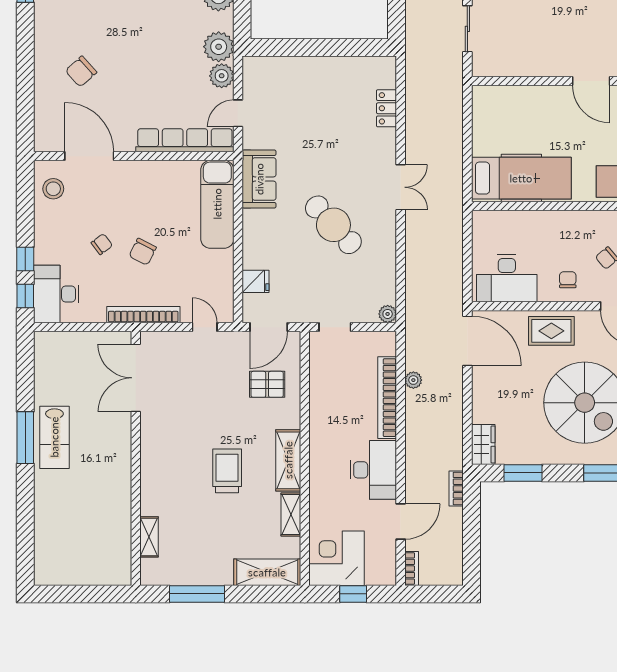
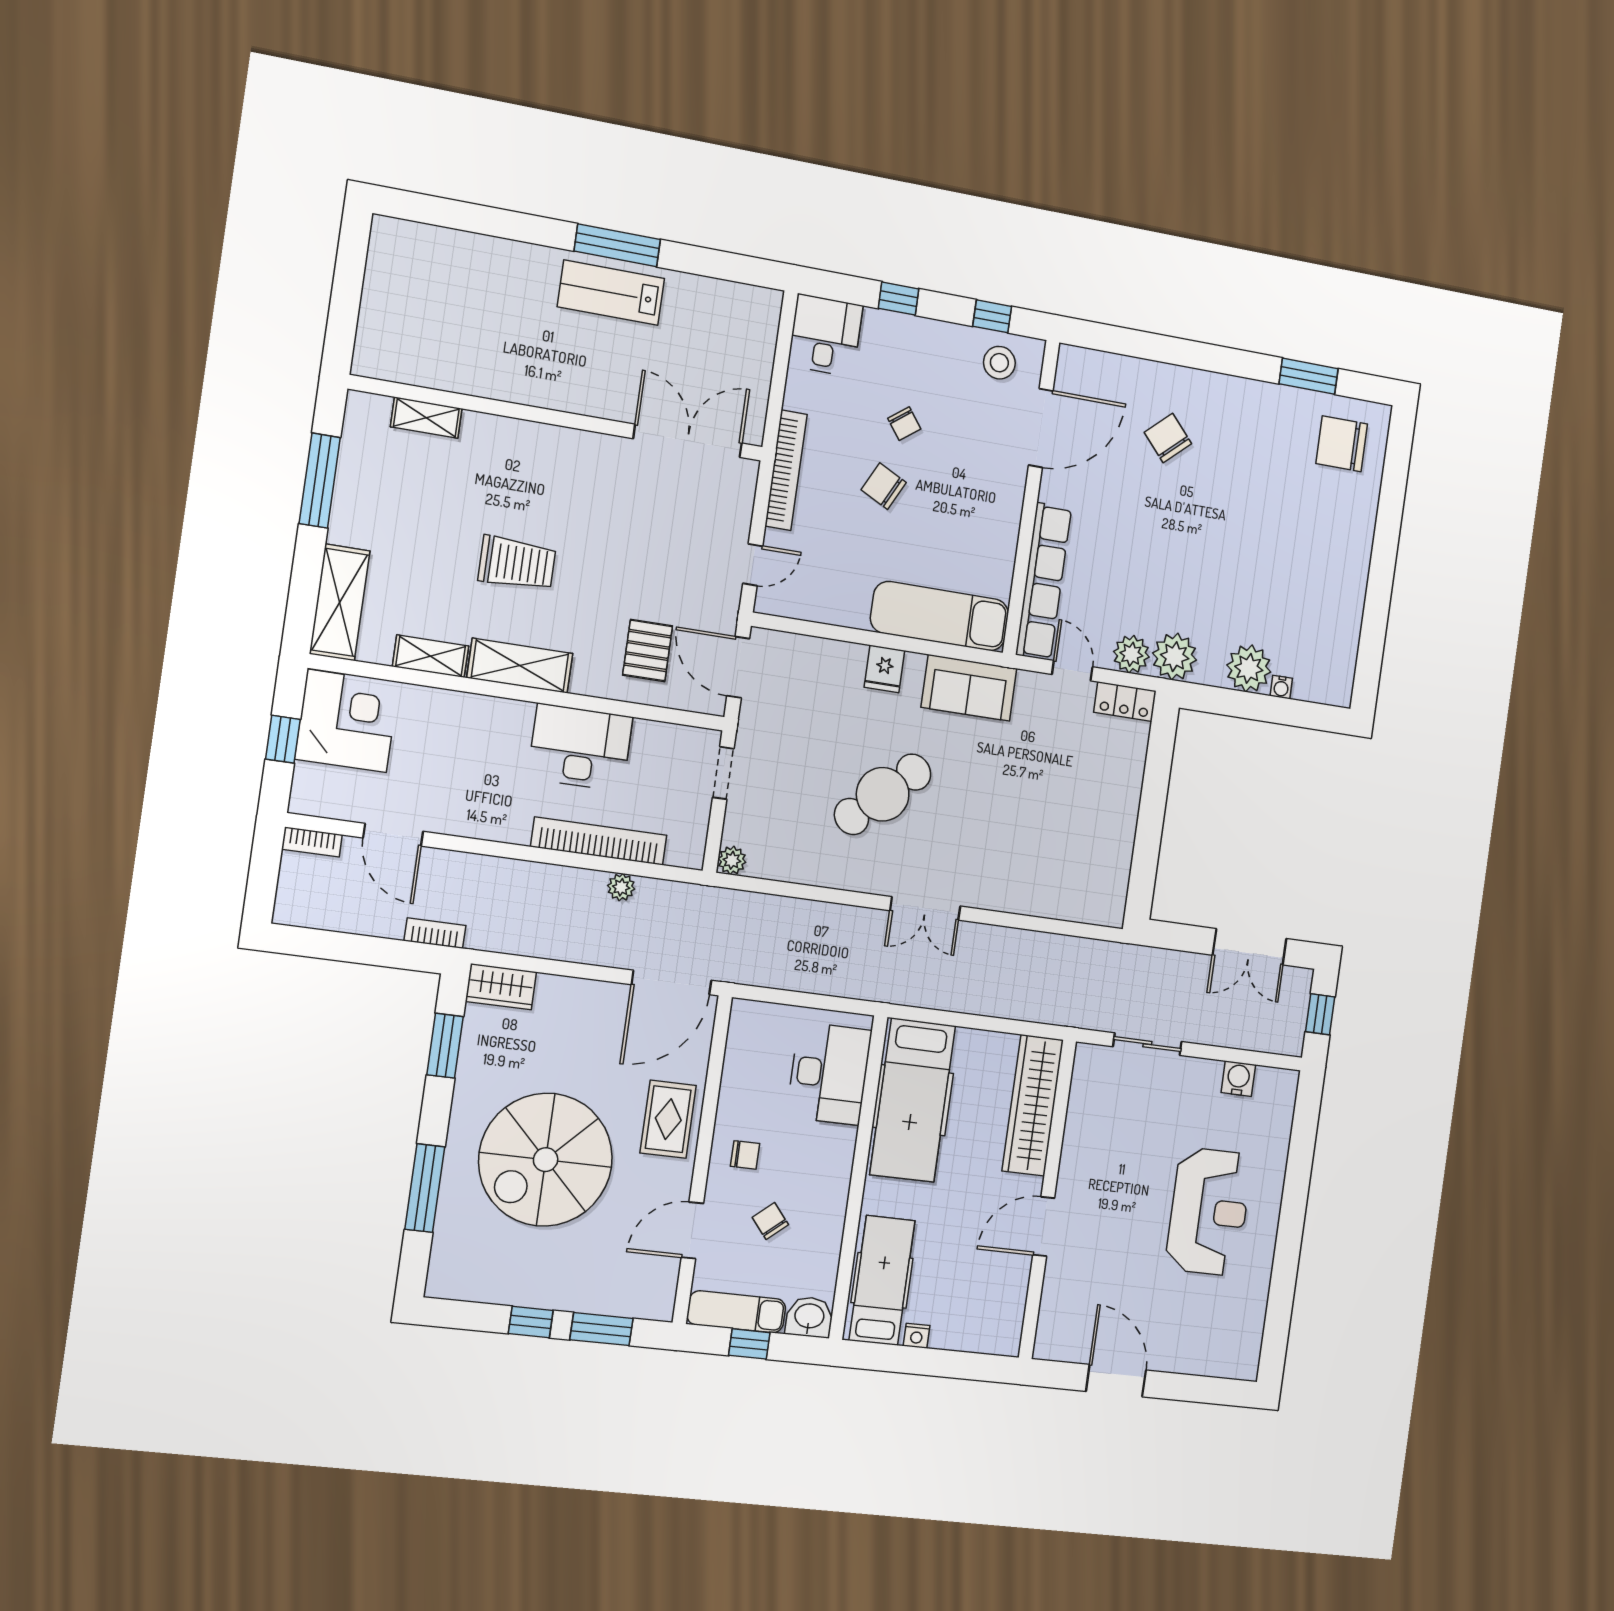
wardrobe: (515, 99) -> (1033, 1105), added
locker: (386, 108) -> (1125, 701), moved, turned 180
desk: (507, 278) -> (829, 1073), moved, turned 180
fridge: (256, 281) -> (884, 669), moved
desk: (56, 294) -> (825, 335), width x0.73
window: (25, 296) -> (992, 316), moved
desk: (373, 470) -> (580, 747), moved, turned 180

